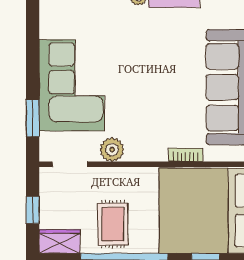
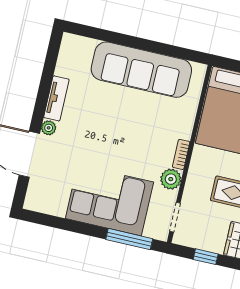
window: (33, 118) -> (129, 239), width x1.44
bookcase: (186, 155) -> (181, 154), moved

